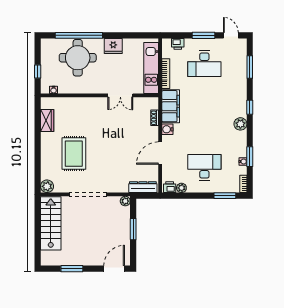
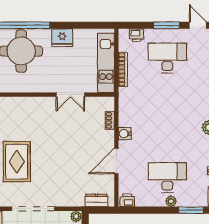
desk: (204, 64) -> (167, 58), turned 180
filing cabinet: (171, 106) -> (128, 107), removed
dresser: (143, 187) -> (96, 200), width x0.70
plant: (181, 188) -> (171, 201), moved

